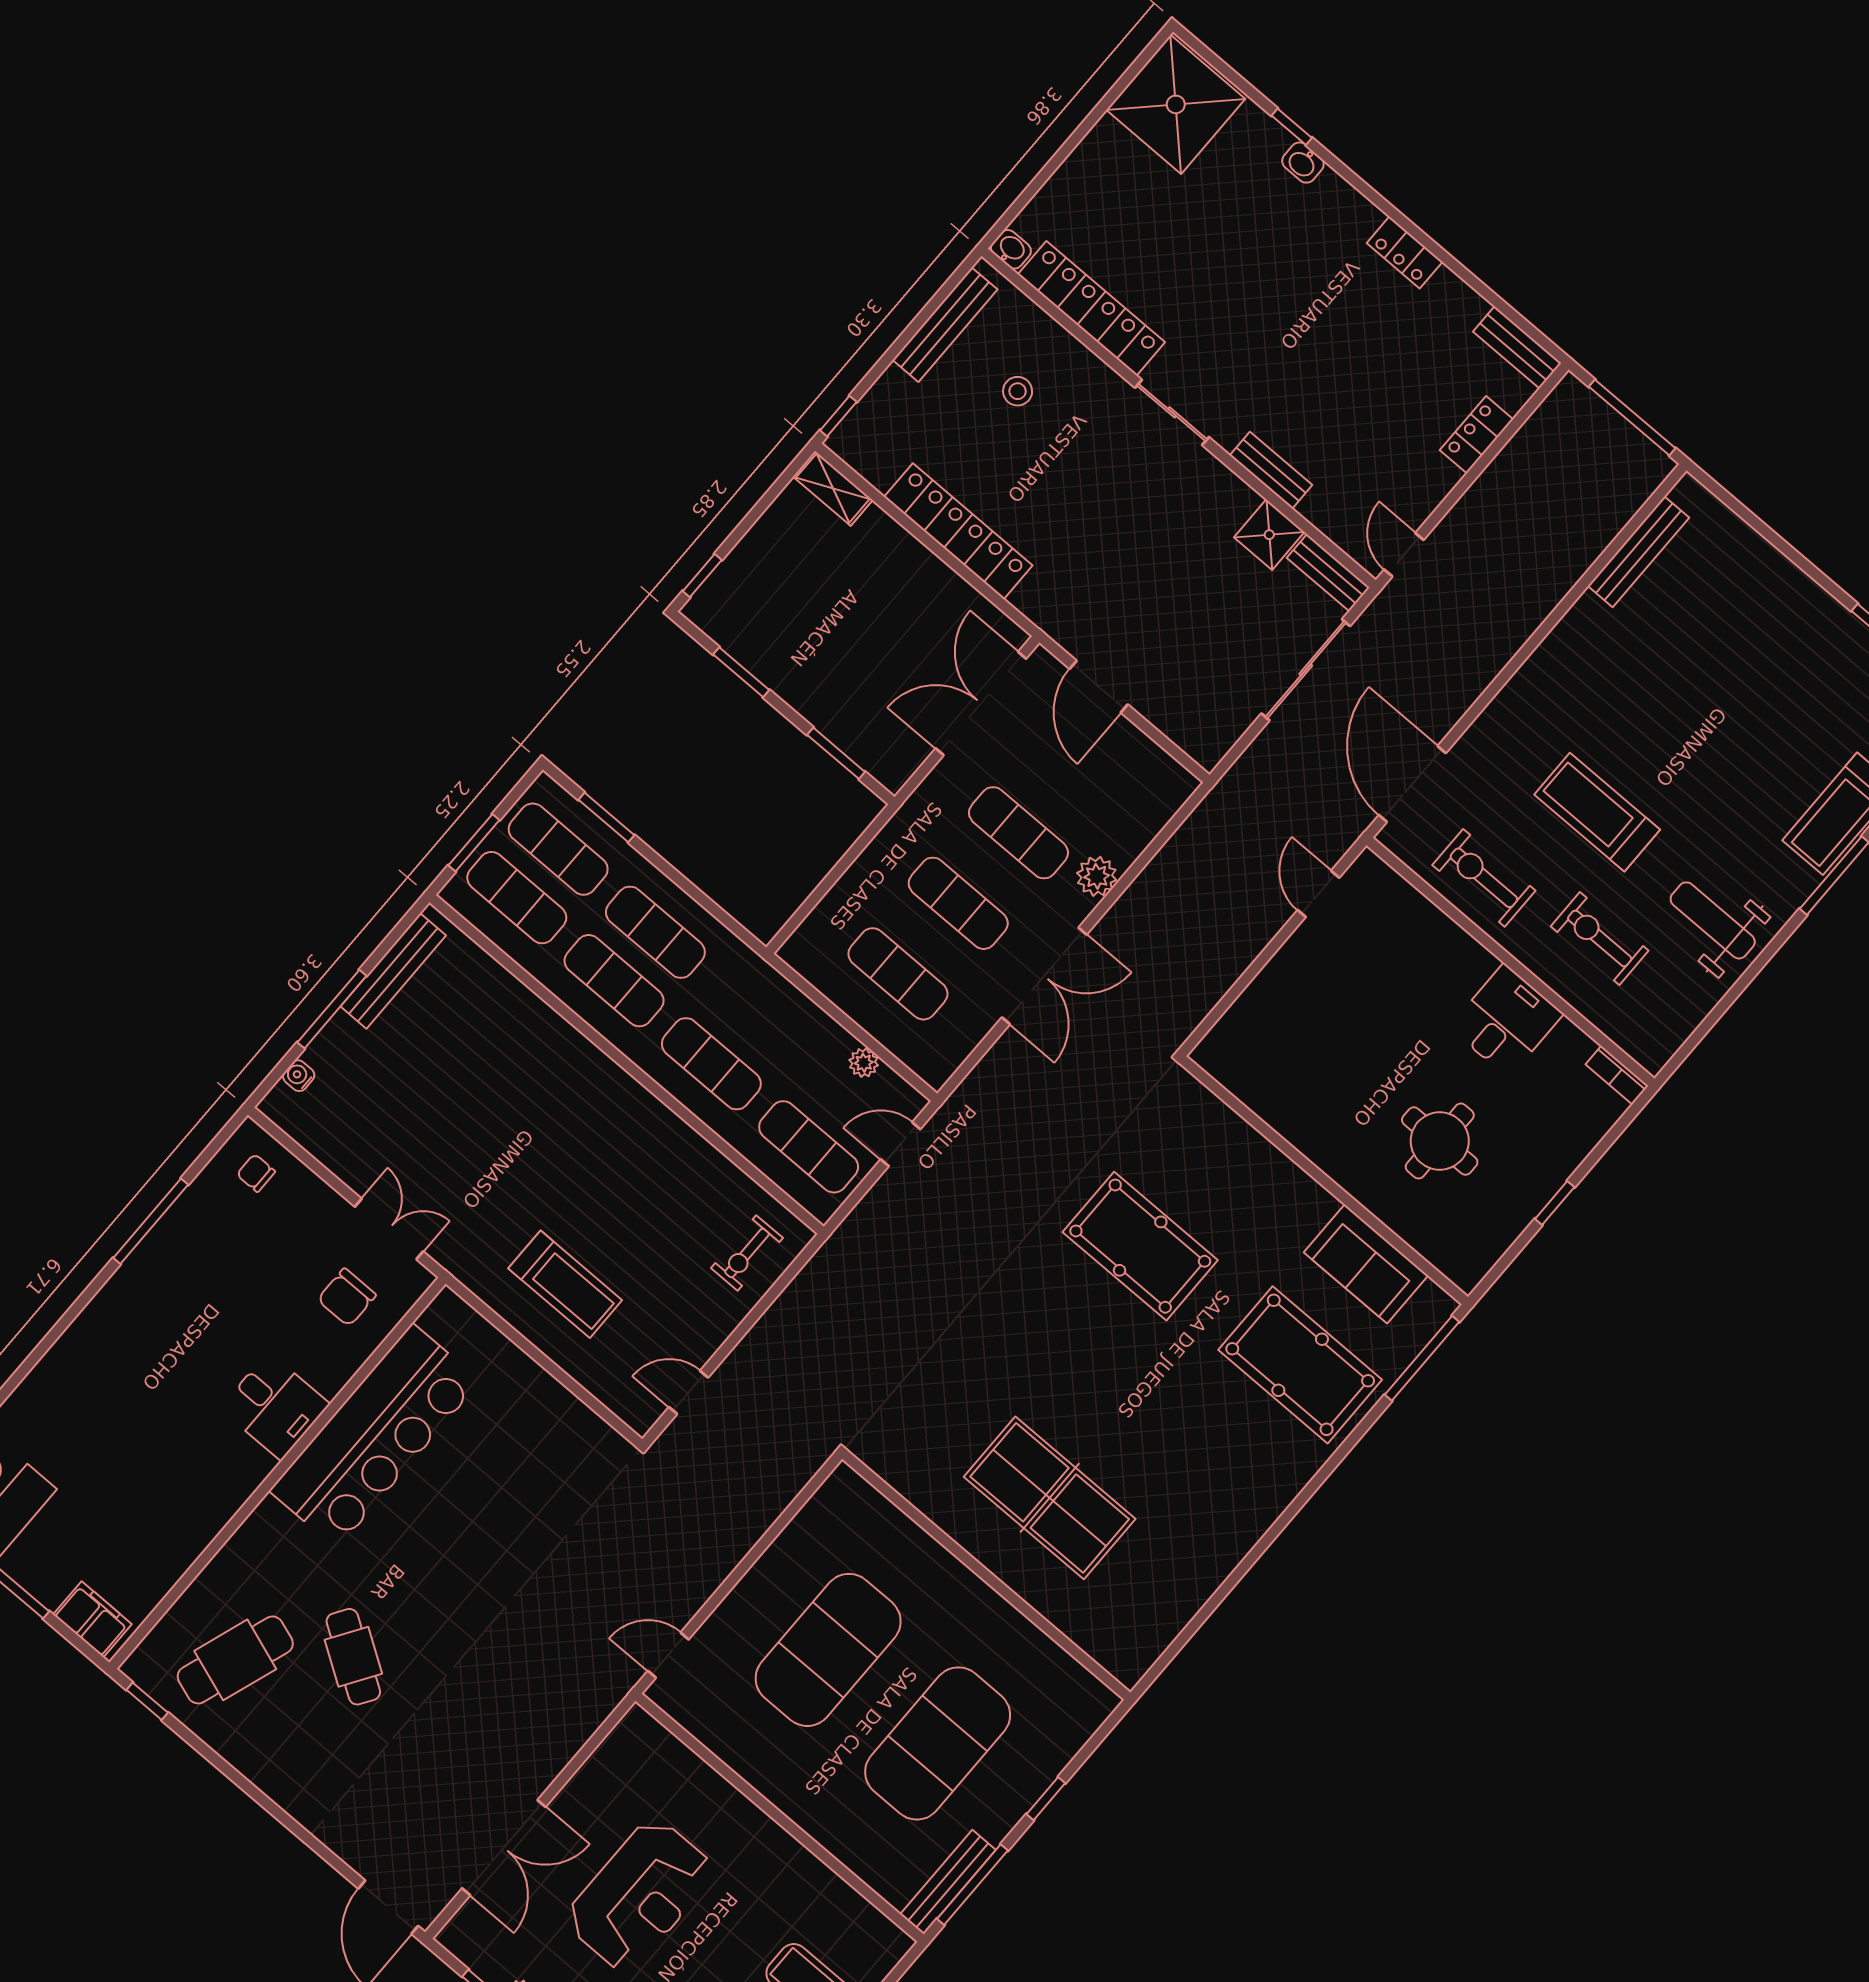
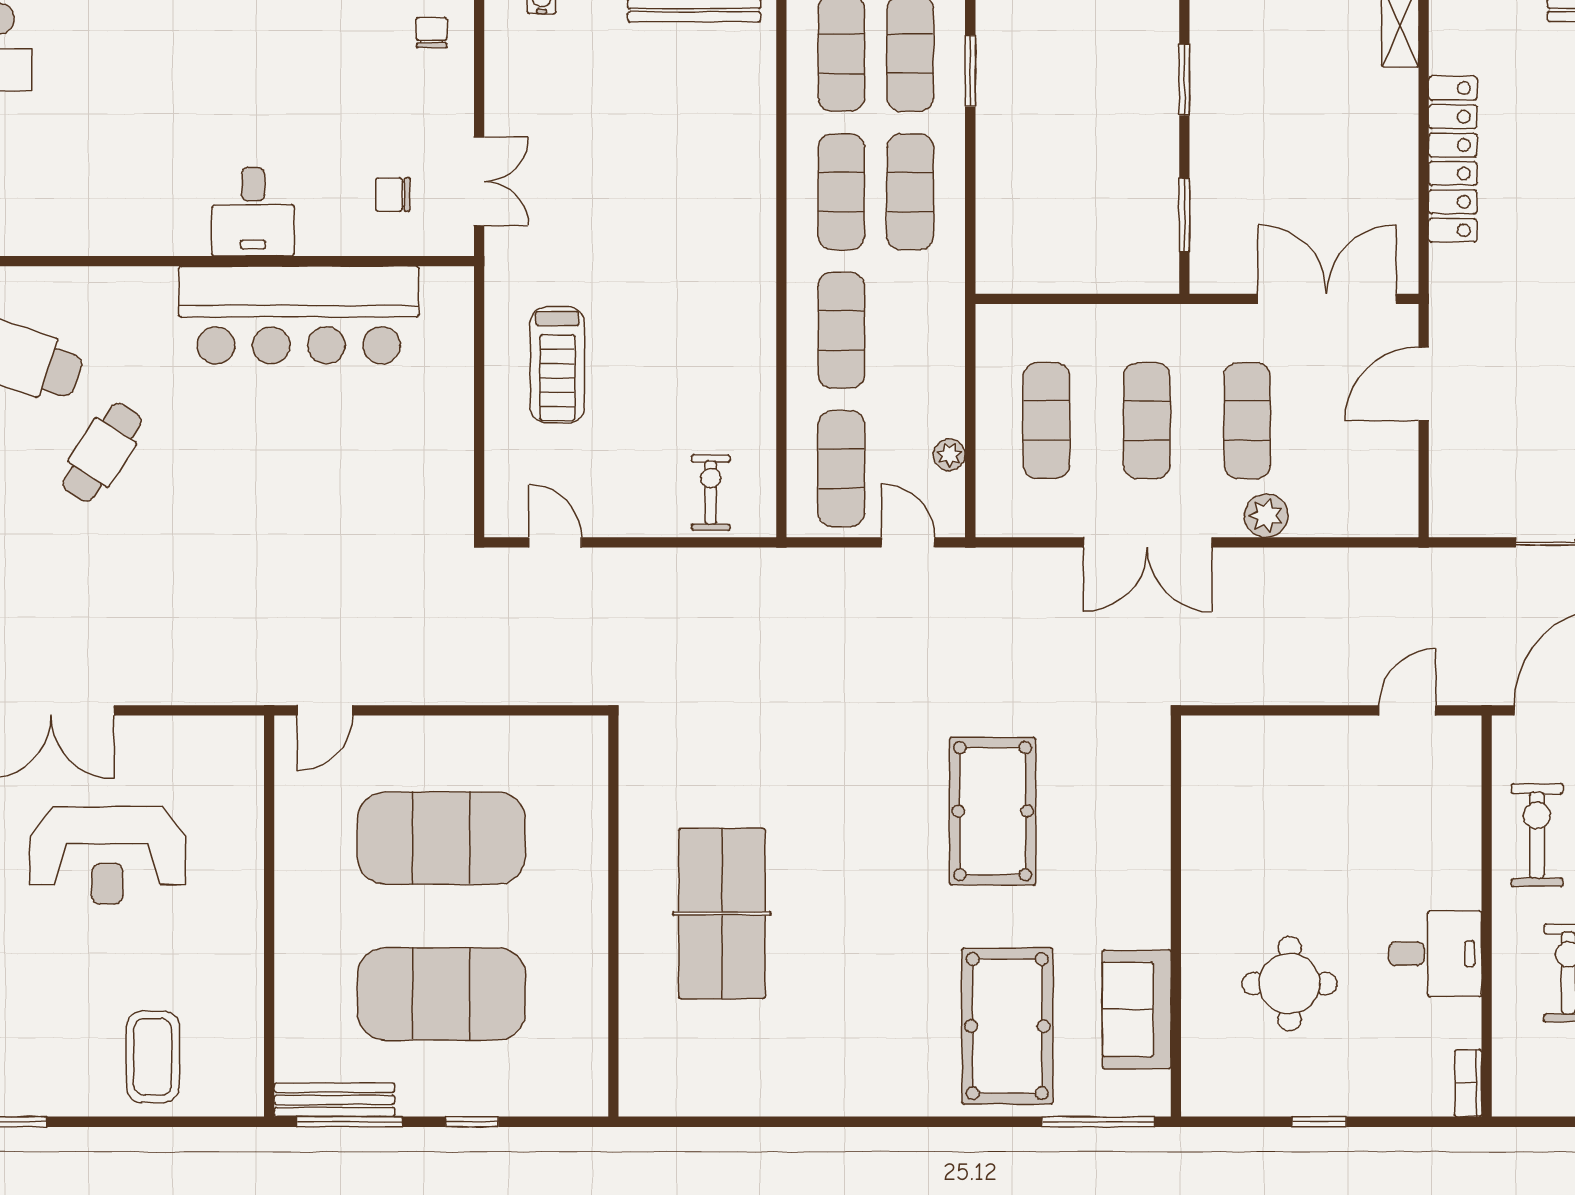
exercise bike: (747, 1253) -> (711, 493), turned 90
chair: (347, 1297) -> (393, 194), width x0.73, depth x0.73
door: (668, 1655) -> (325, 710), swing flipped

